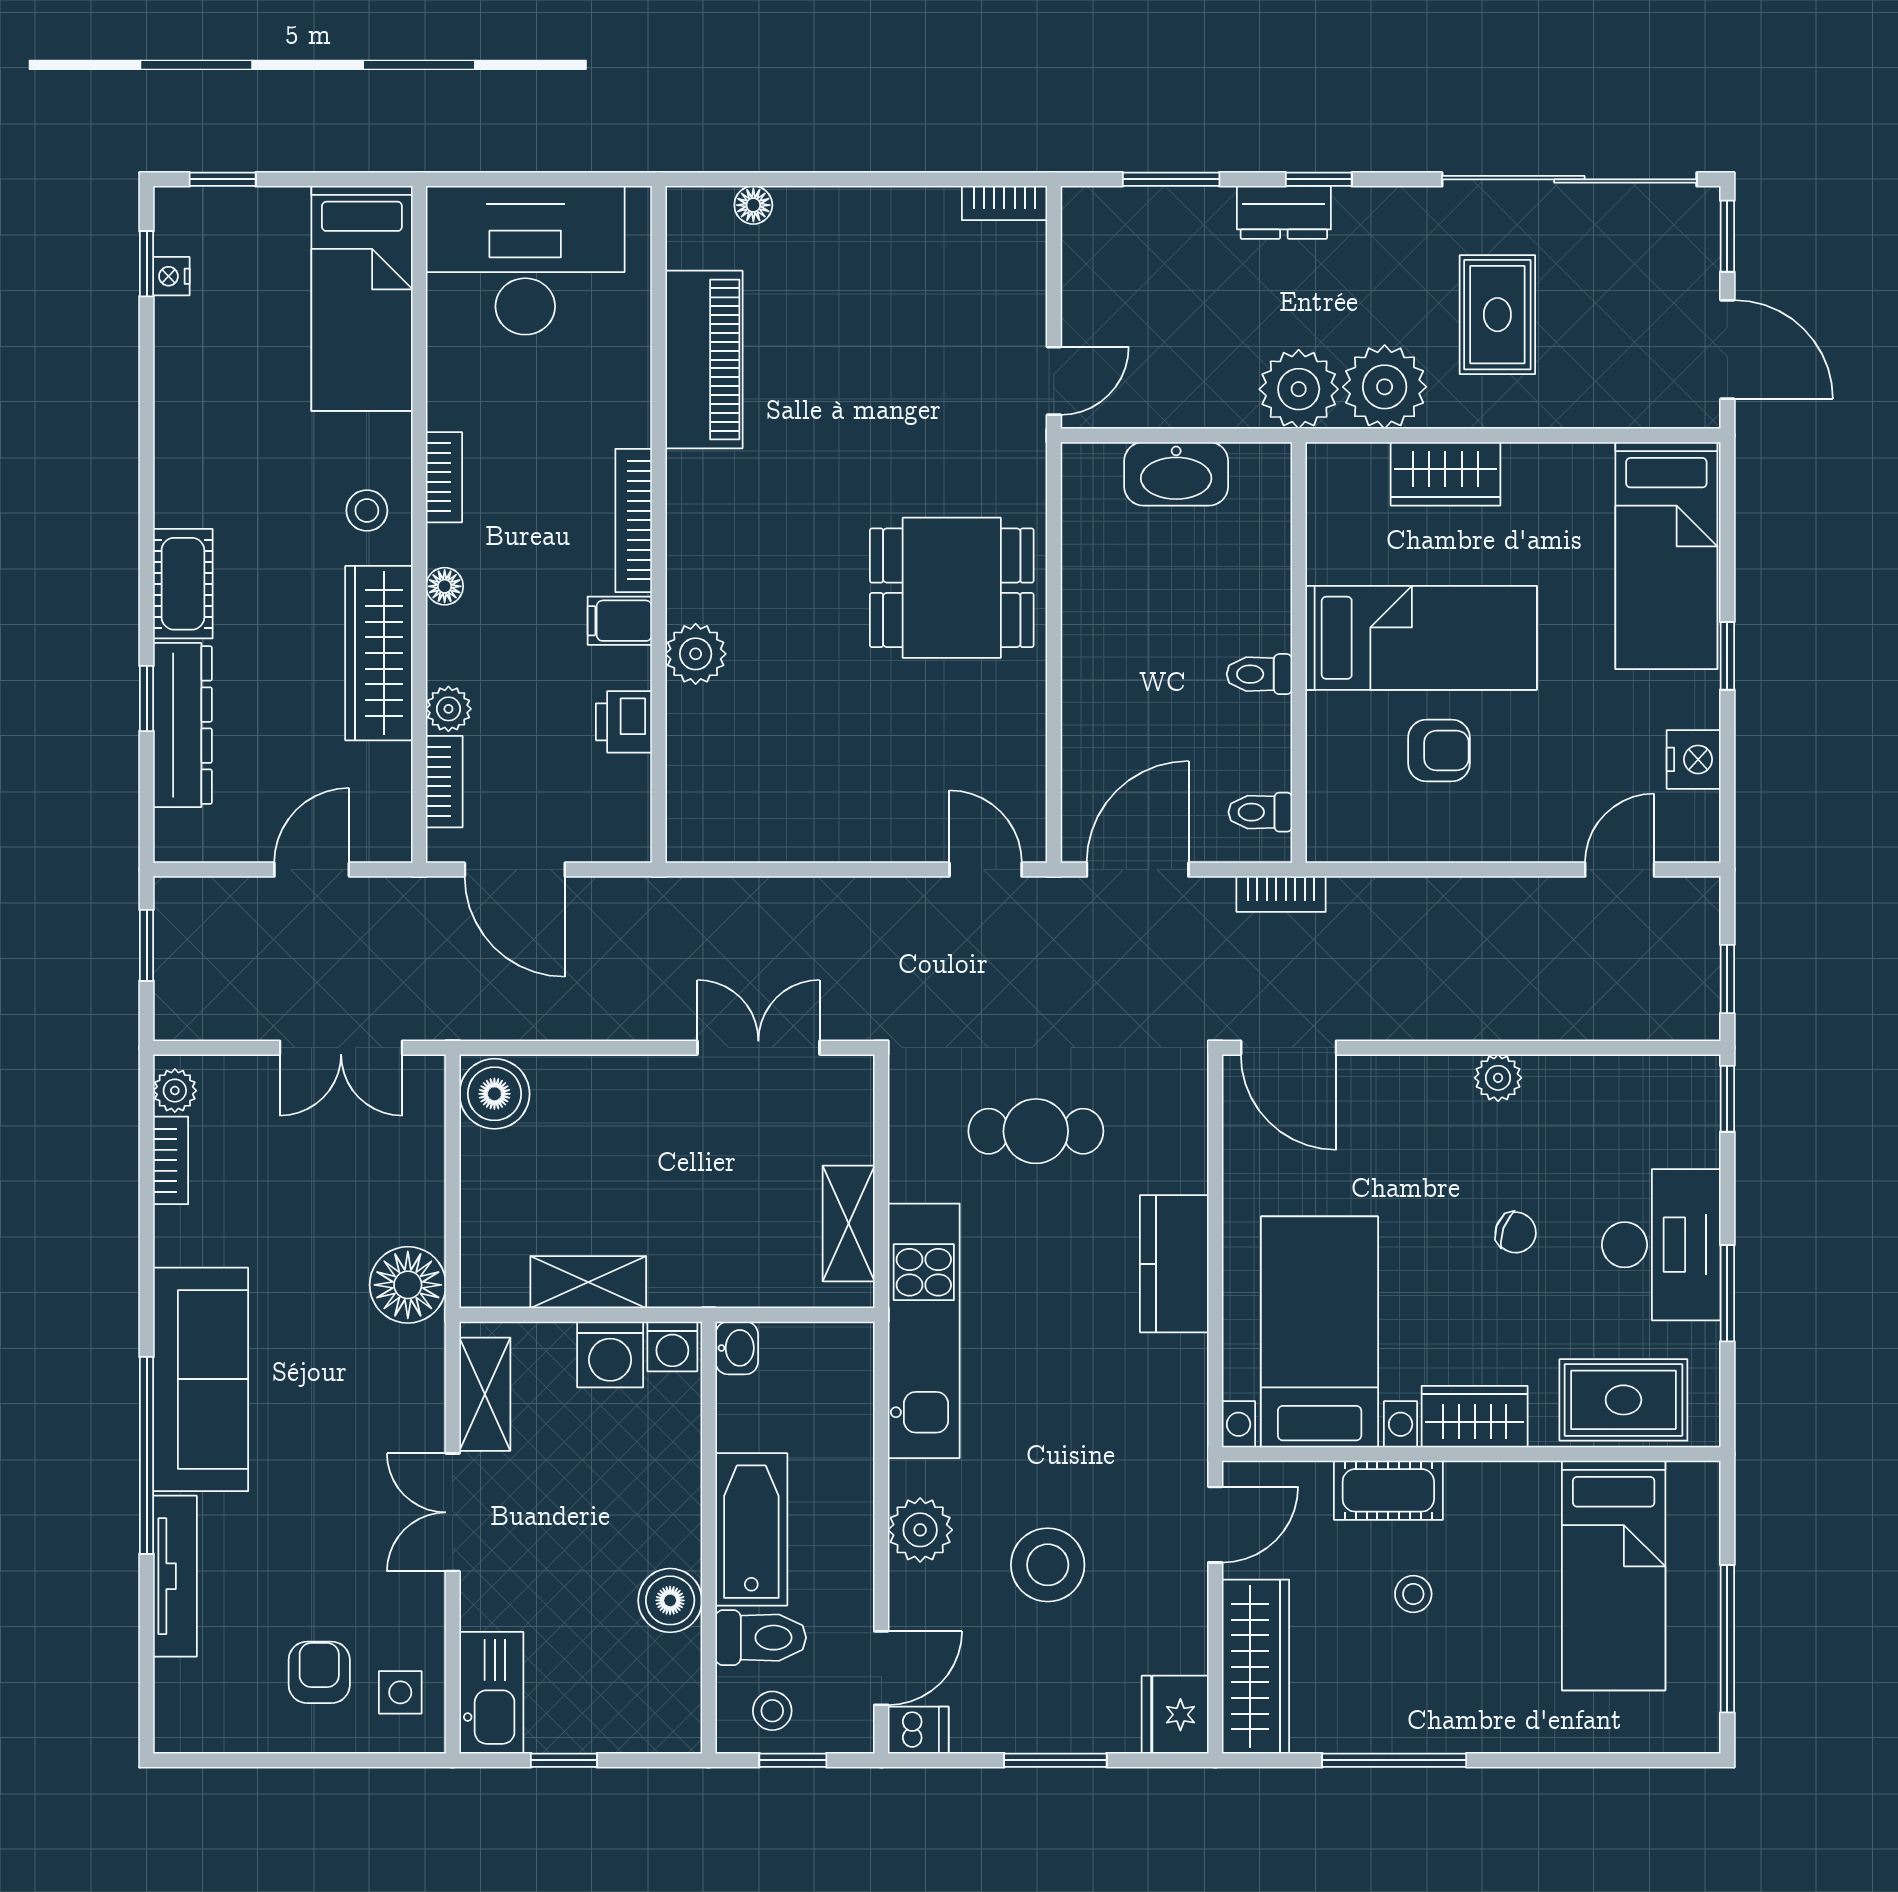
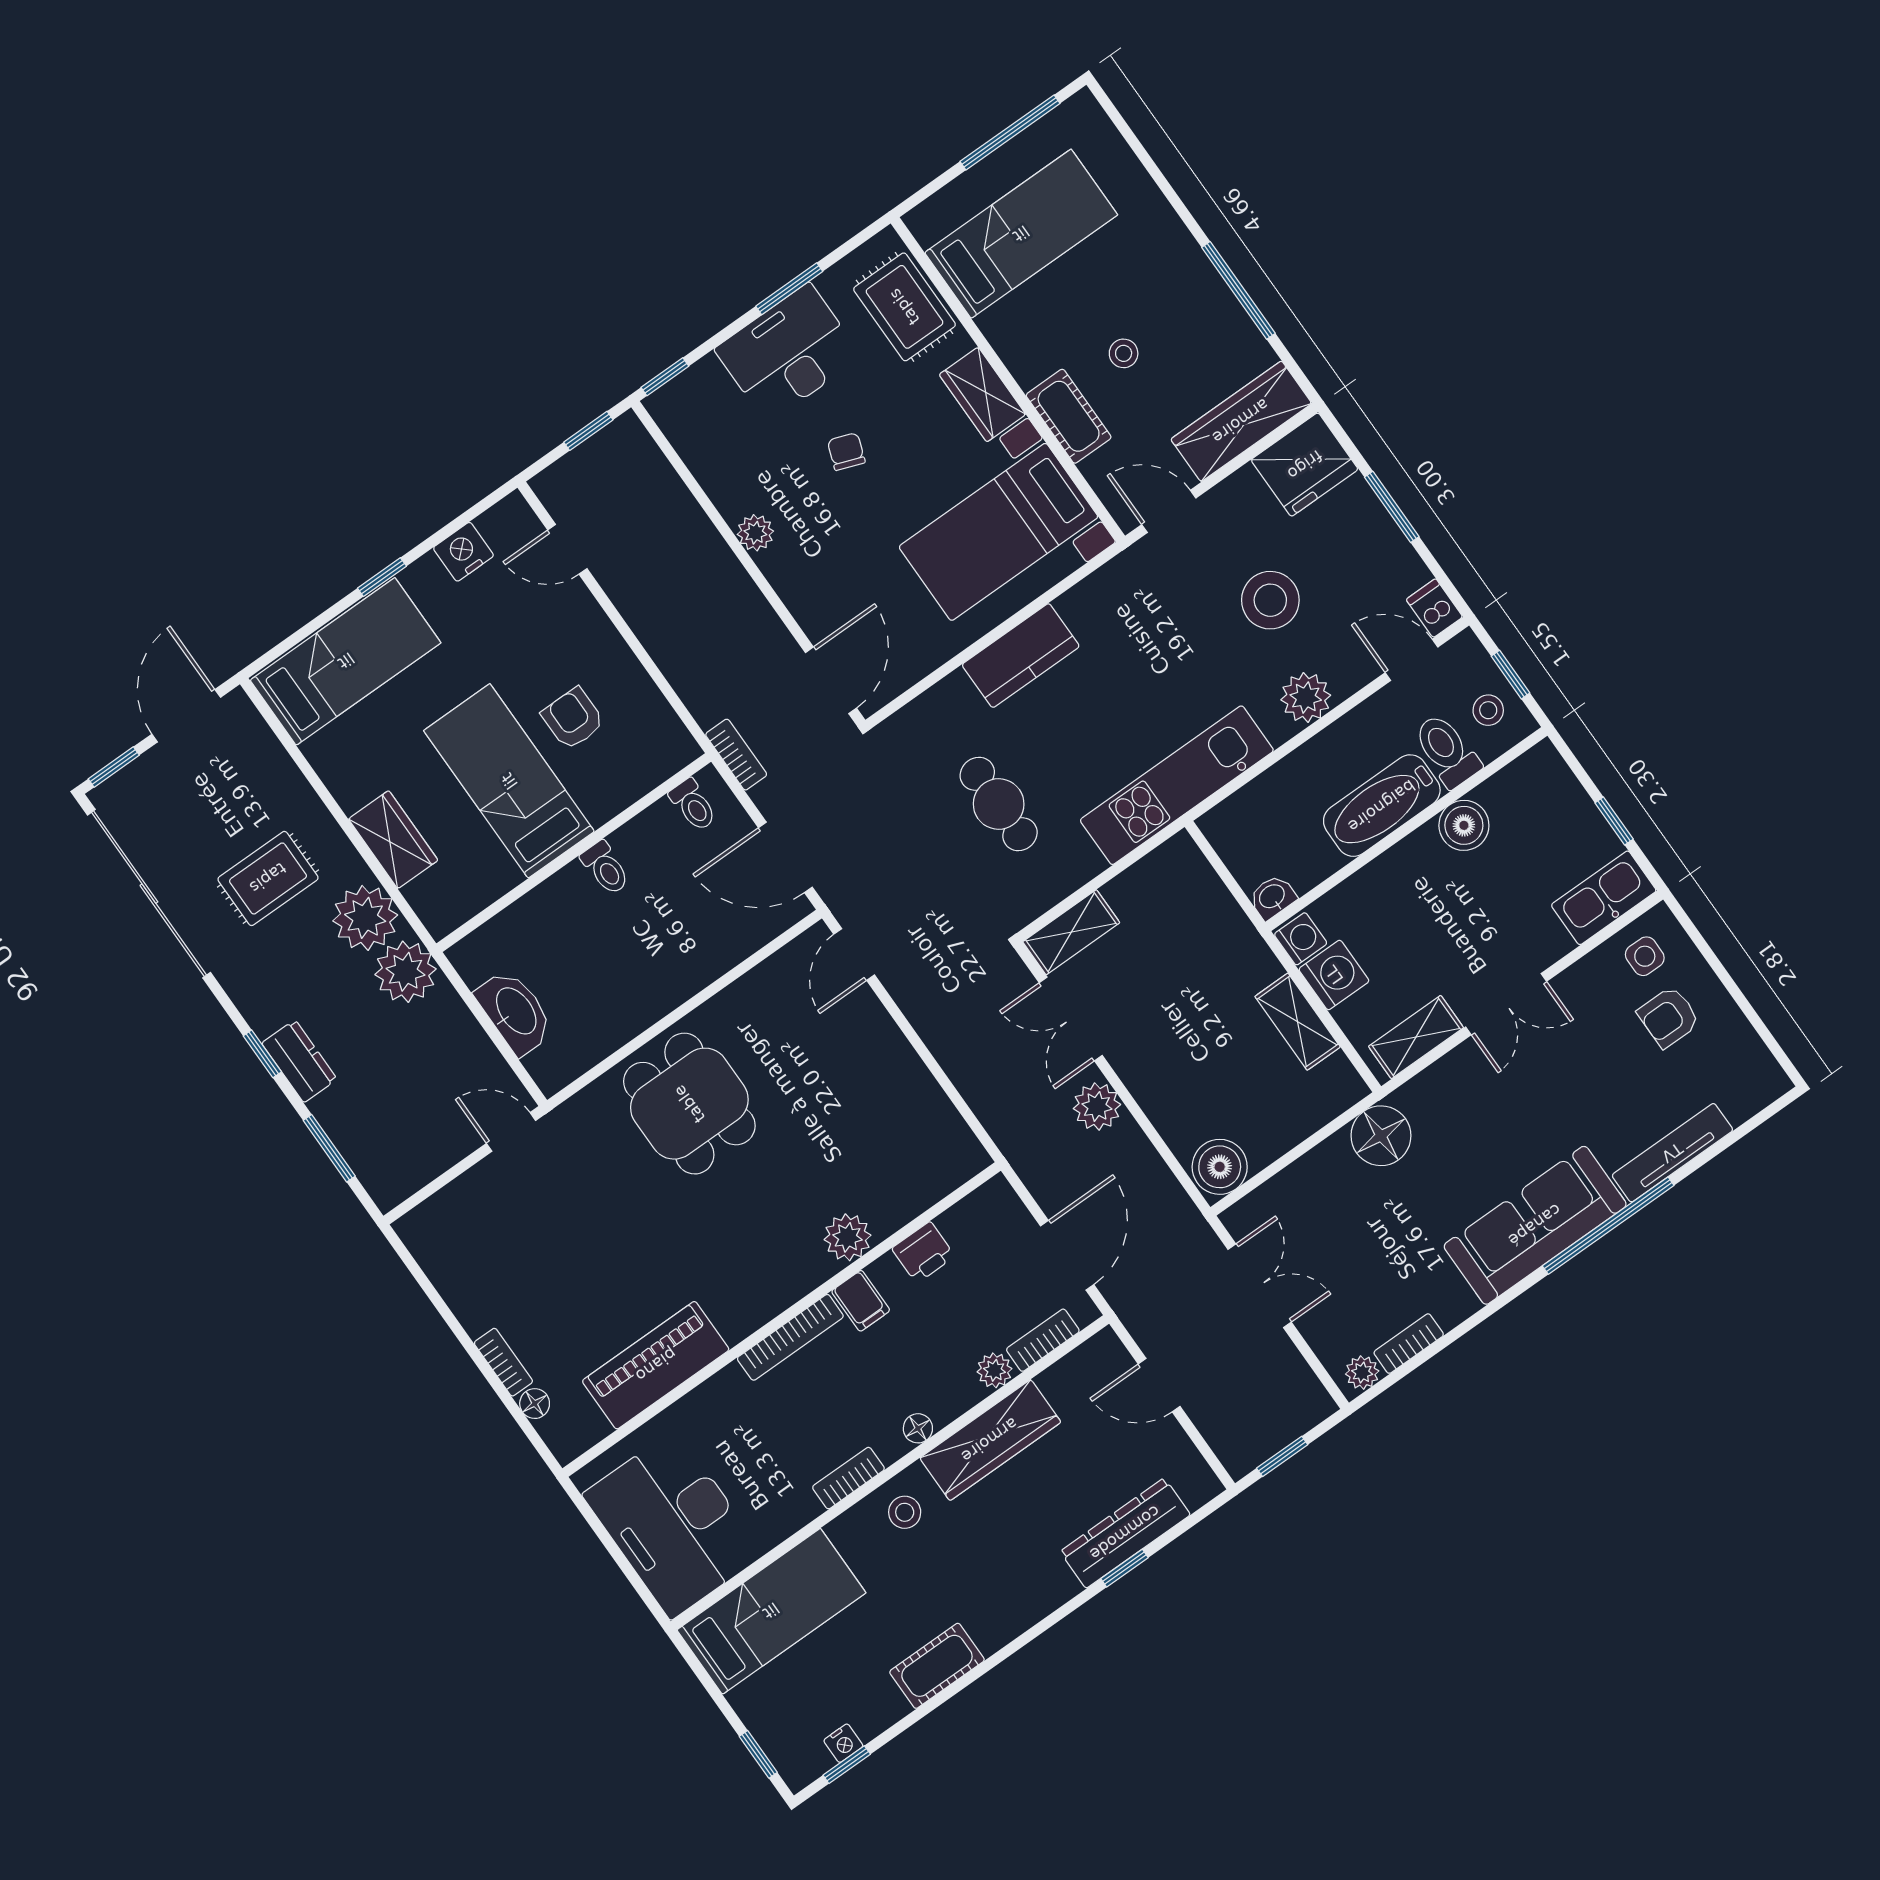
bookcase: (1004, 203) -> (503, 1362), moved
cot: (183, 584) -> (937, 1666), moved
plant: (648, 1010) -> (1097, 1107), added
shelving: (849, 1223) -> (1071, 932), moved
fridge: (1175, 1715) -> (1305, 465), width x1.36, depth x1.34

